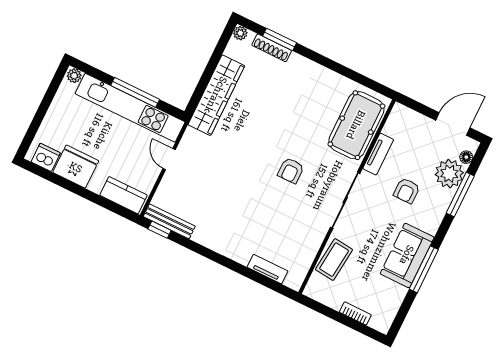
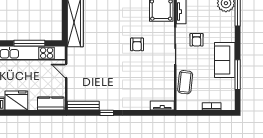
armchair: (407, 191) -> (197, 40), moved
window: (159, 230) -> (107, 113), moved
tv unit: (268, 269) -> (162, 105), moved
window: (424, 269) -> (238, 75), moved

